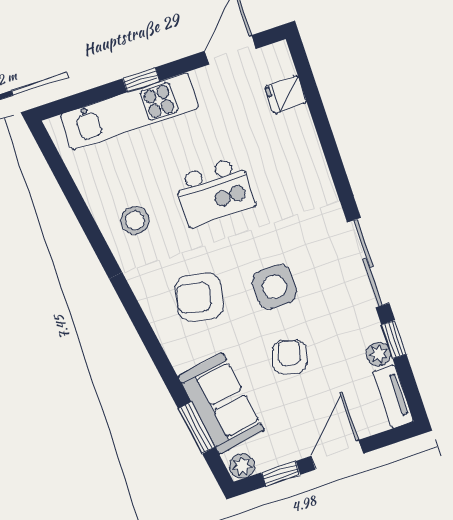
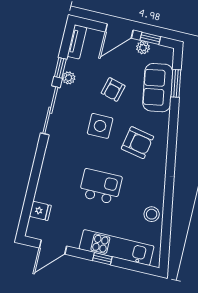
stool: (135, 220) -> (152, 214), moved
plant: (378, 354) -> (69, 78), moved
plant: (242, 466) -> (143, 48), moved

